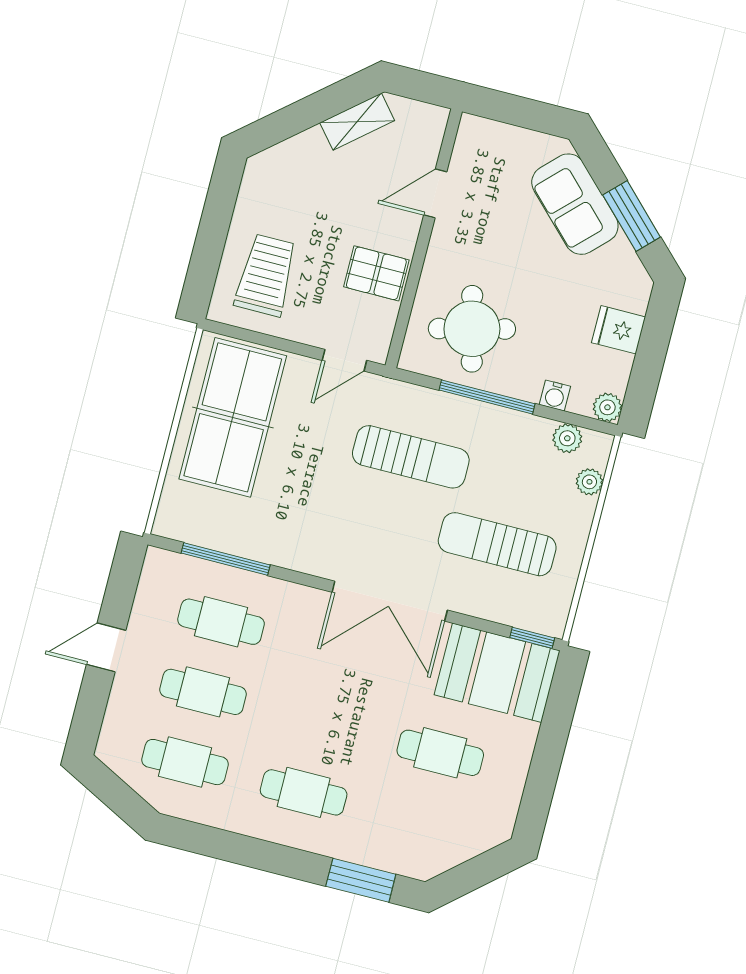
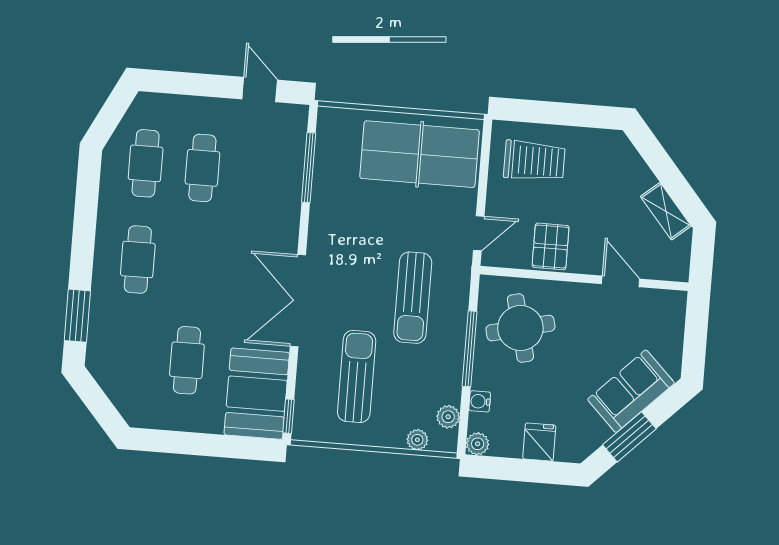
door: (344, 360) -> (479, 233), swing flipped
cafe table: (221, 622) -> (259, 172), removed
door: (106, 647) -> (260, 90), moved

